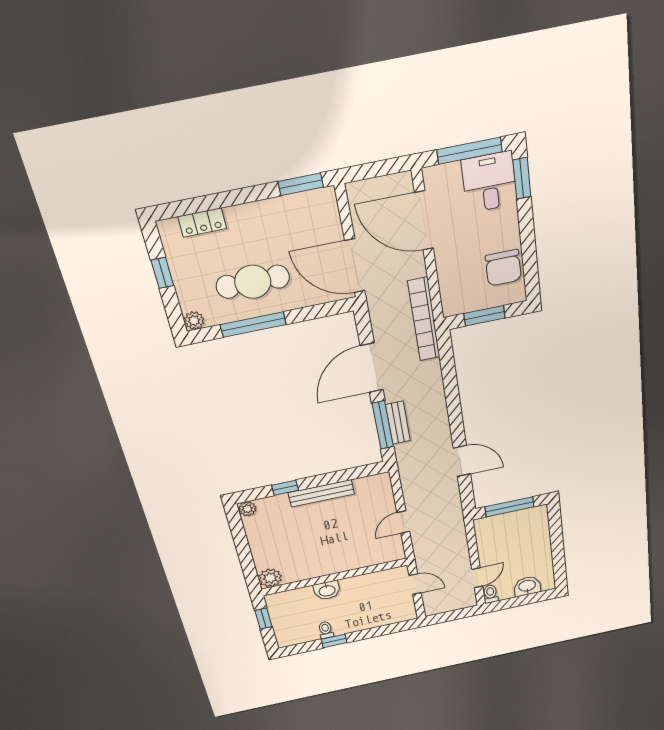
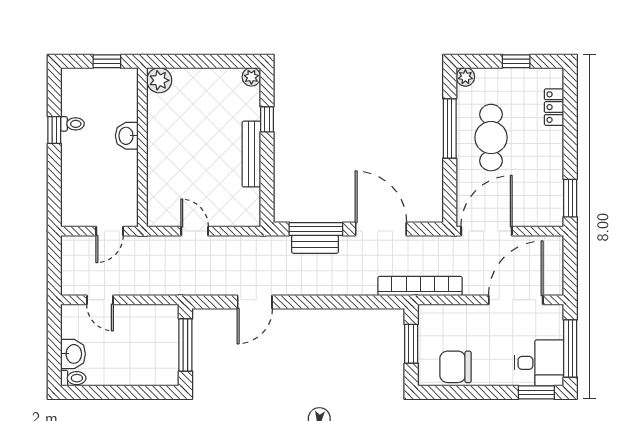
toilet: (491, 594) -> (73, 378), moved

